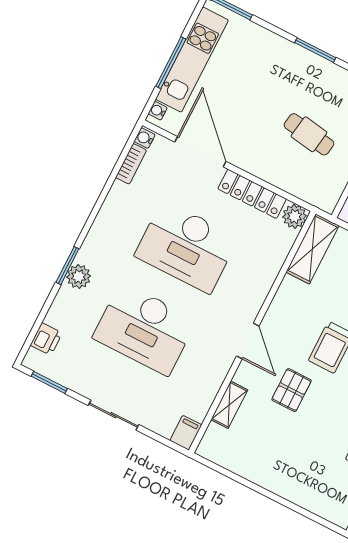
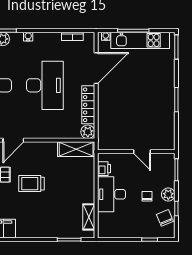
cafe table: (309, 134) -> (133, 118), removed
water cooler: (145, 138) -> (28, 37), moved
desk: (186, 247) -> (45, 85), turned 180

